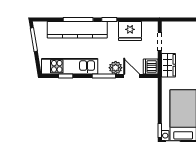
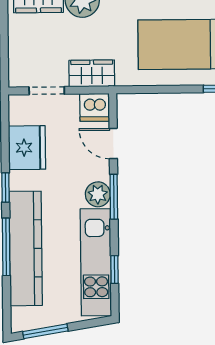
plant: (116, 68) -> (98, 194), moved
door: (132, 76) -> (113, 144), hinge flipped

